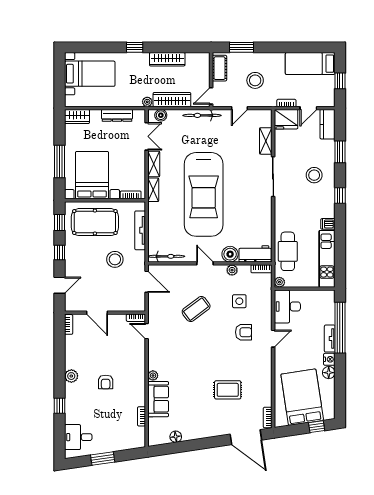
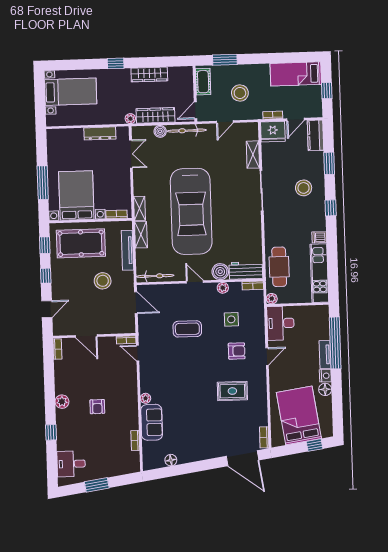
boiler: (161, 115) -> (160, 131), moved
wardrobe: (77, 116) -> (59, 136), removed
shelving: (154, 164) -> (141, 235), moved
coffee table: (196, 309) -> (187, 329), turned 37
rug: (228, 390) -> (232, 391), moved

